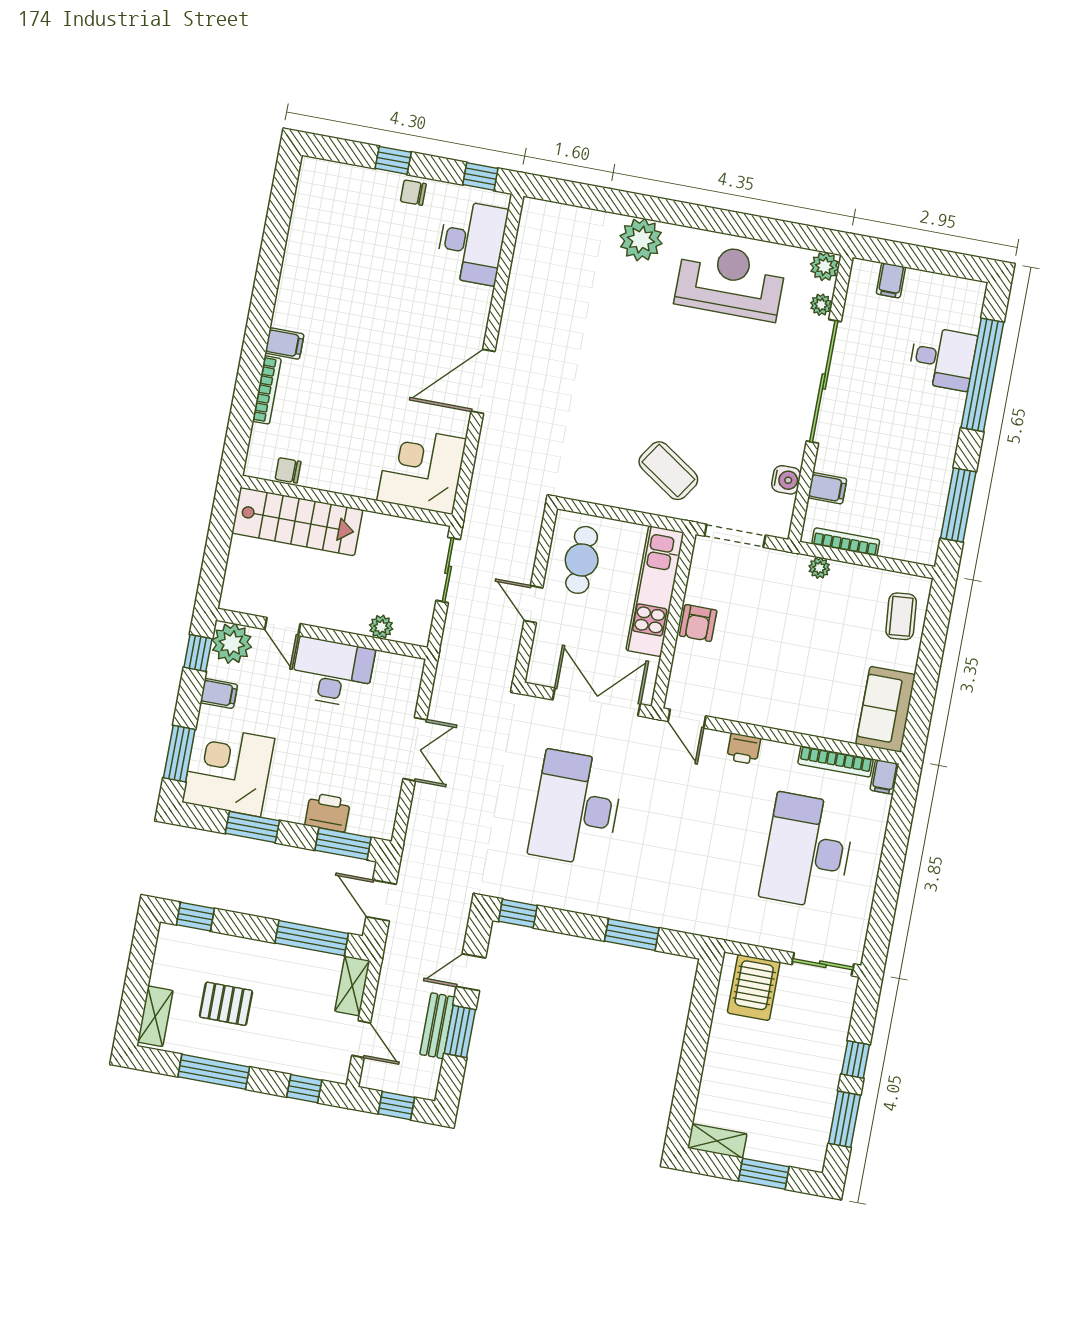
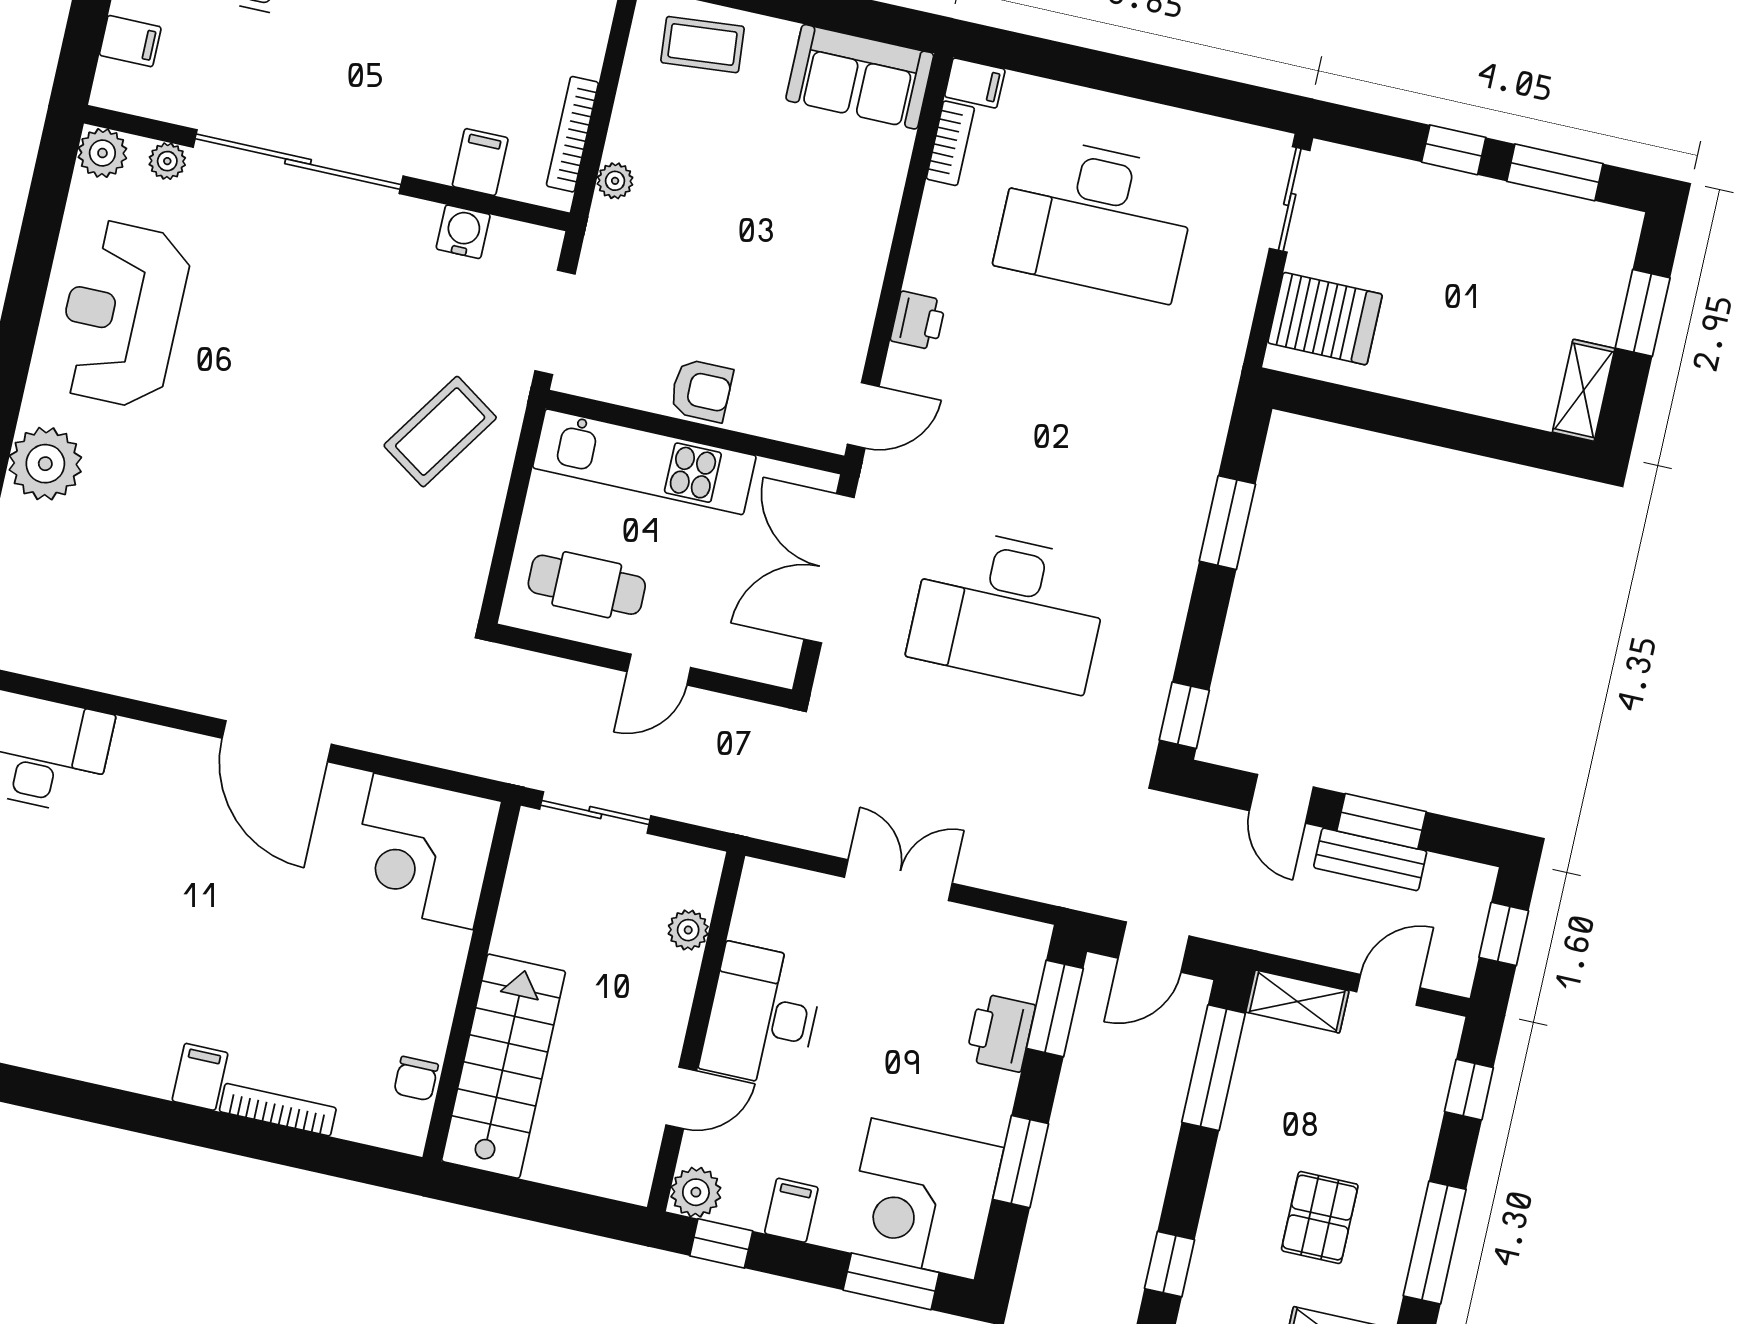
plant: (232, 643) -> (696, 1192), width x0.73, depth x0.73
bookcase: (835, 761) -> (950, 143), width x0.64

